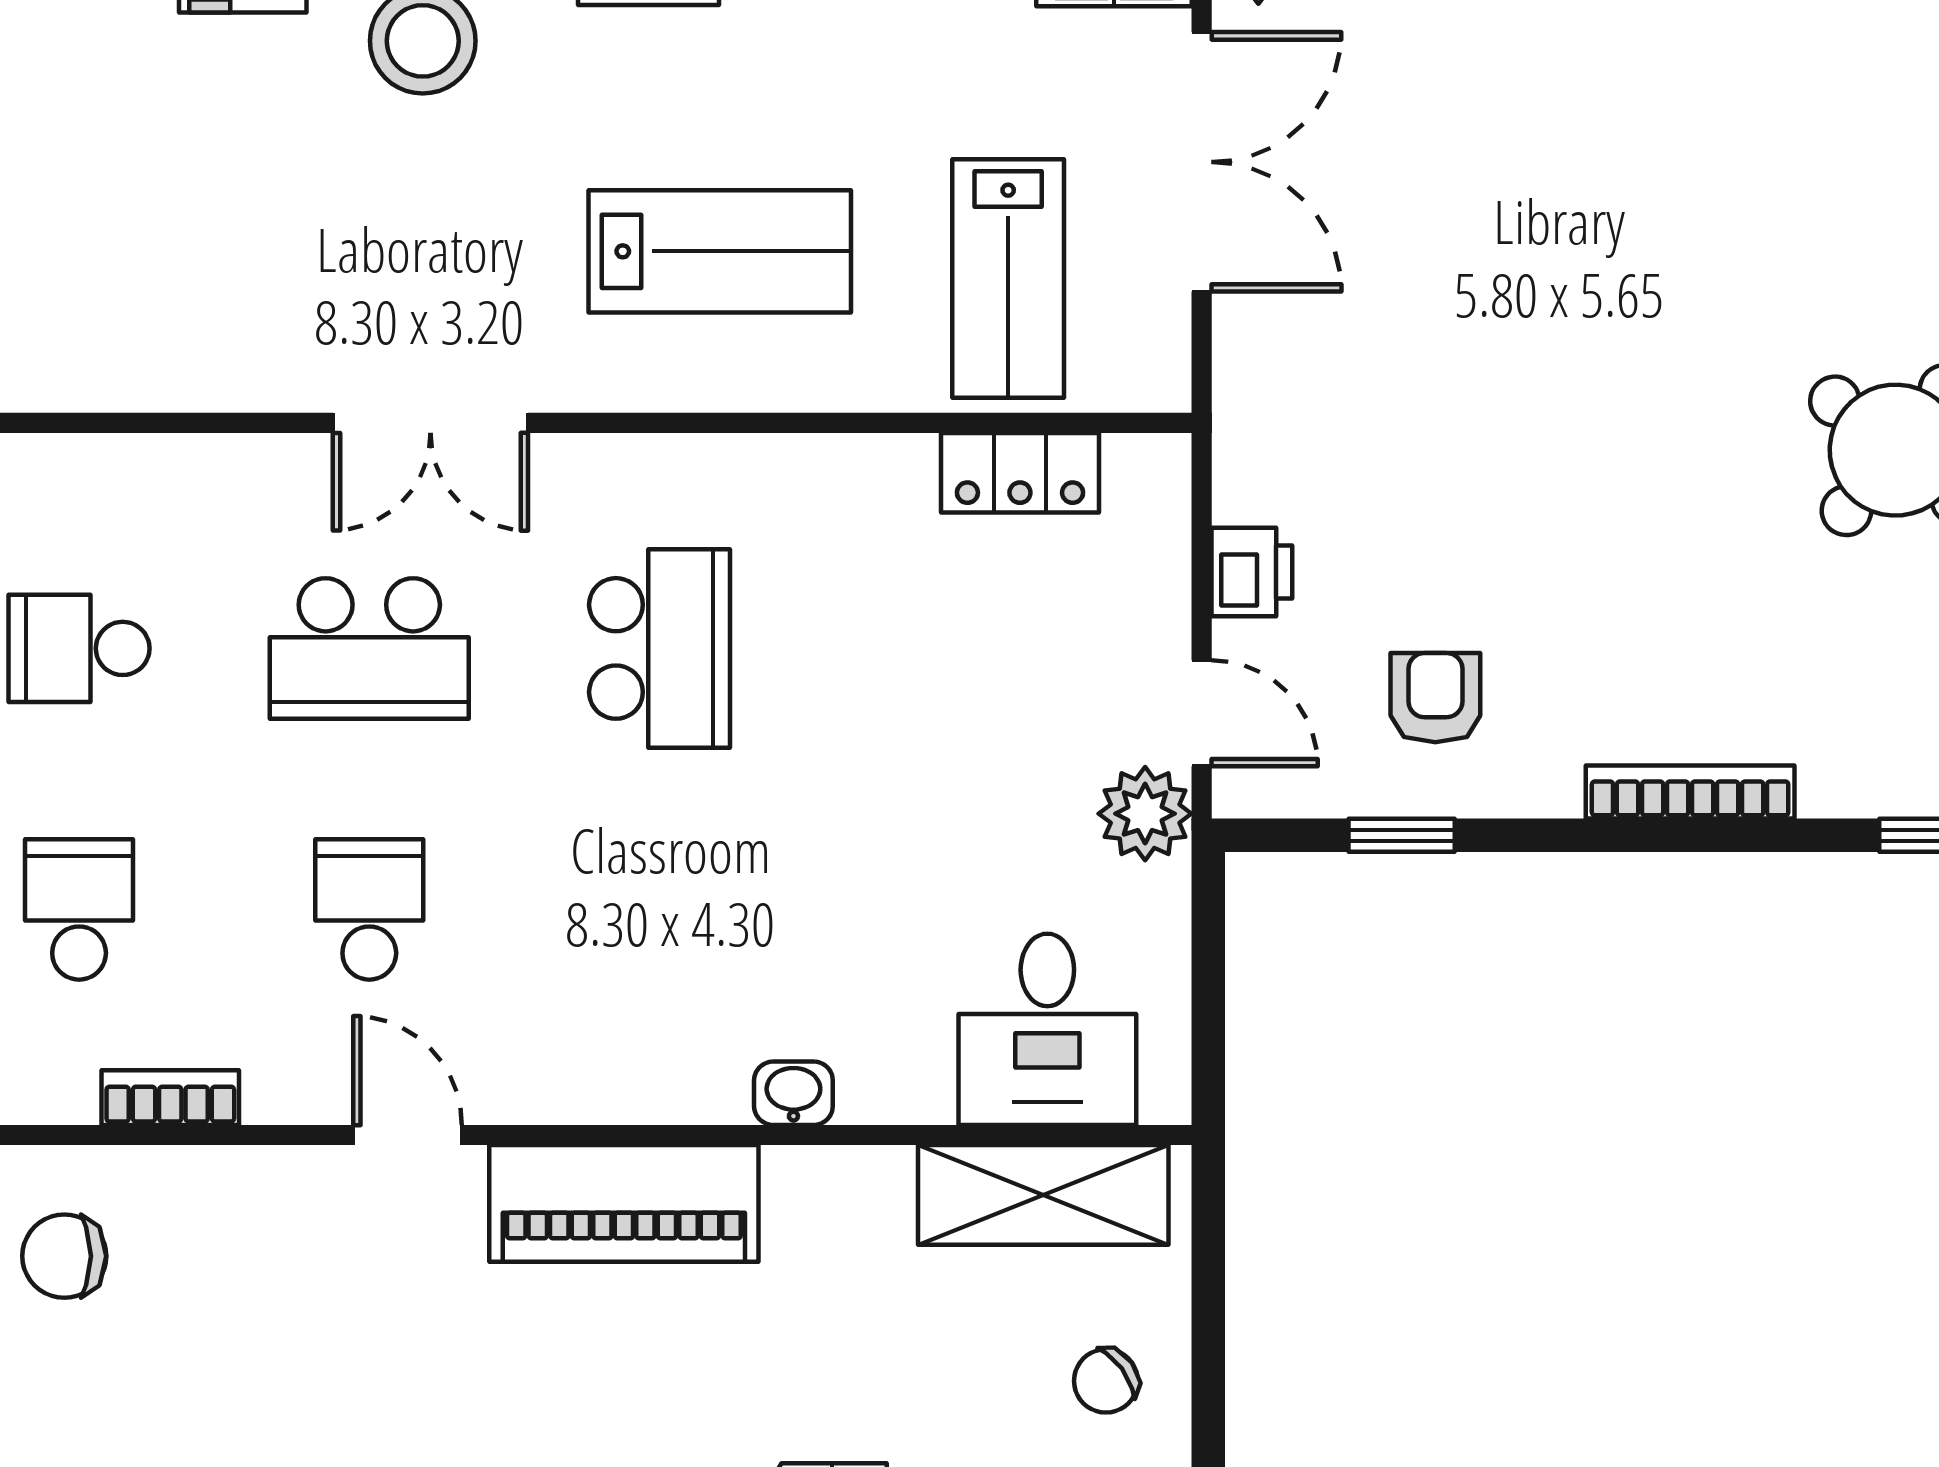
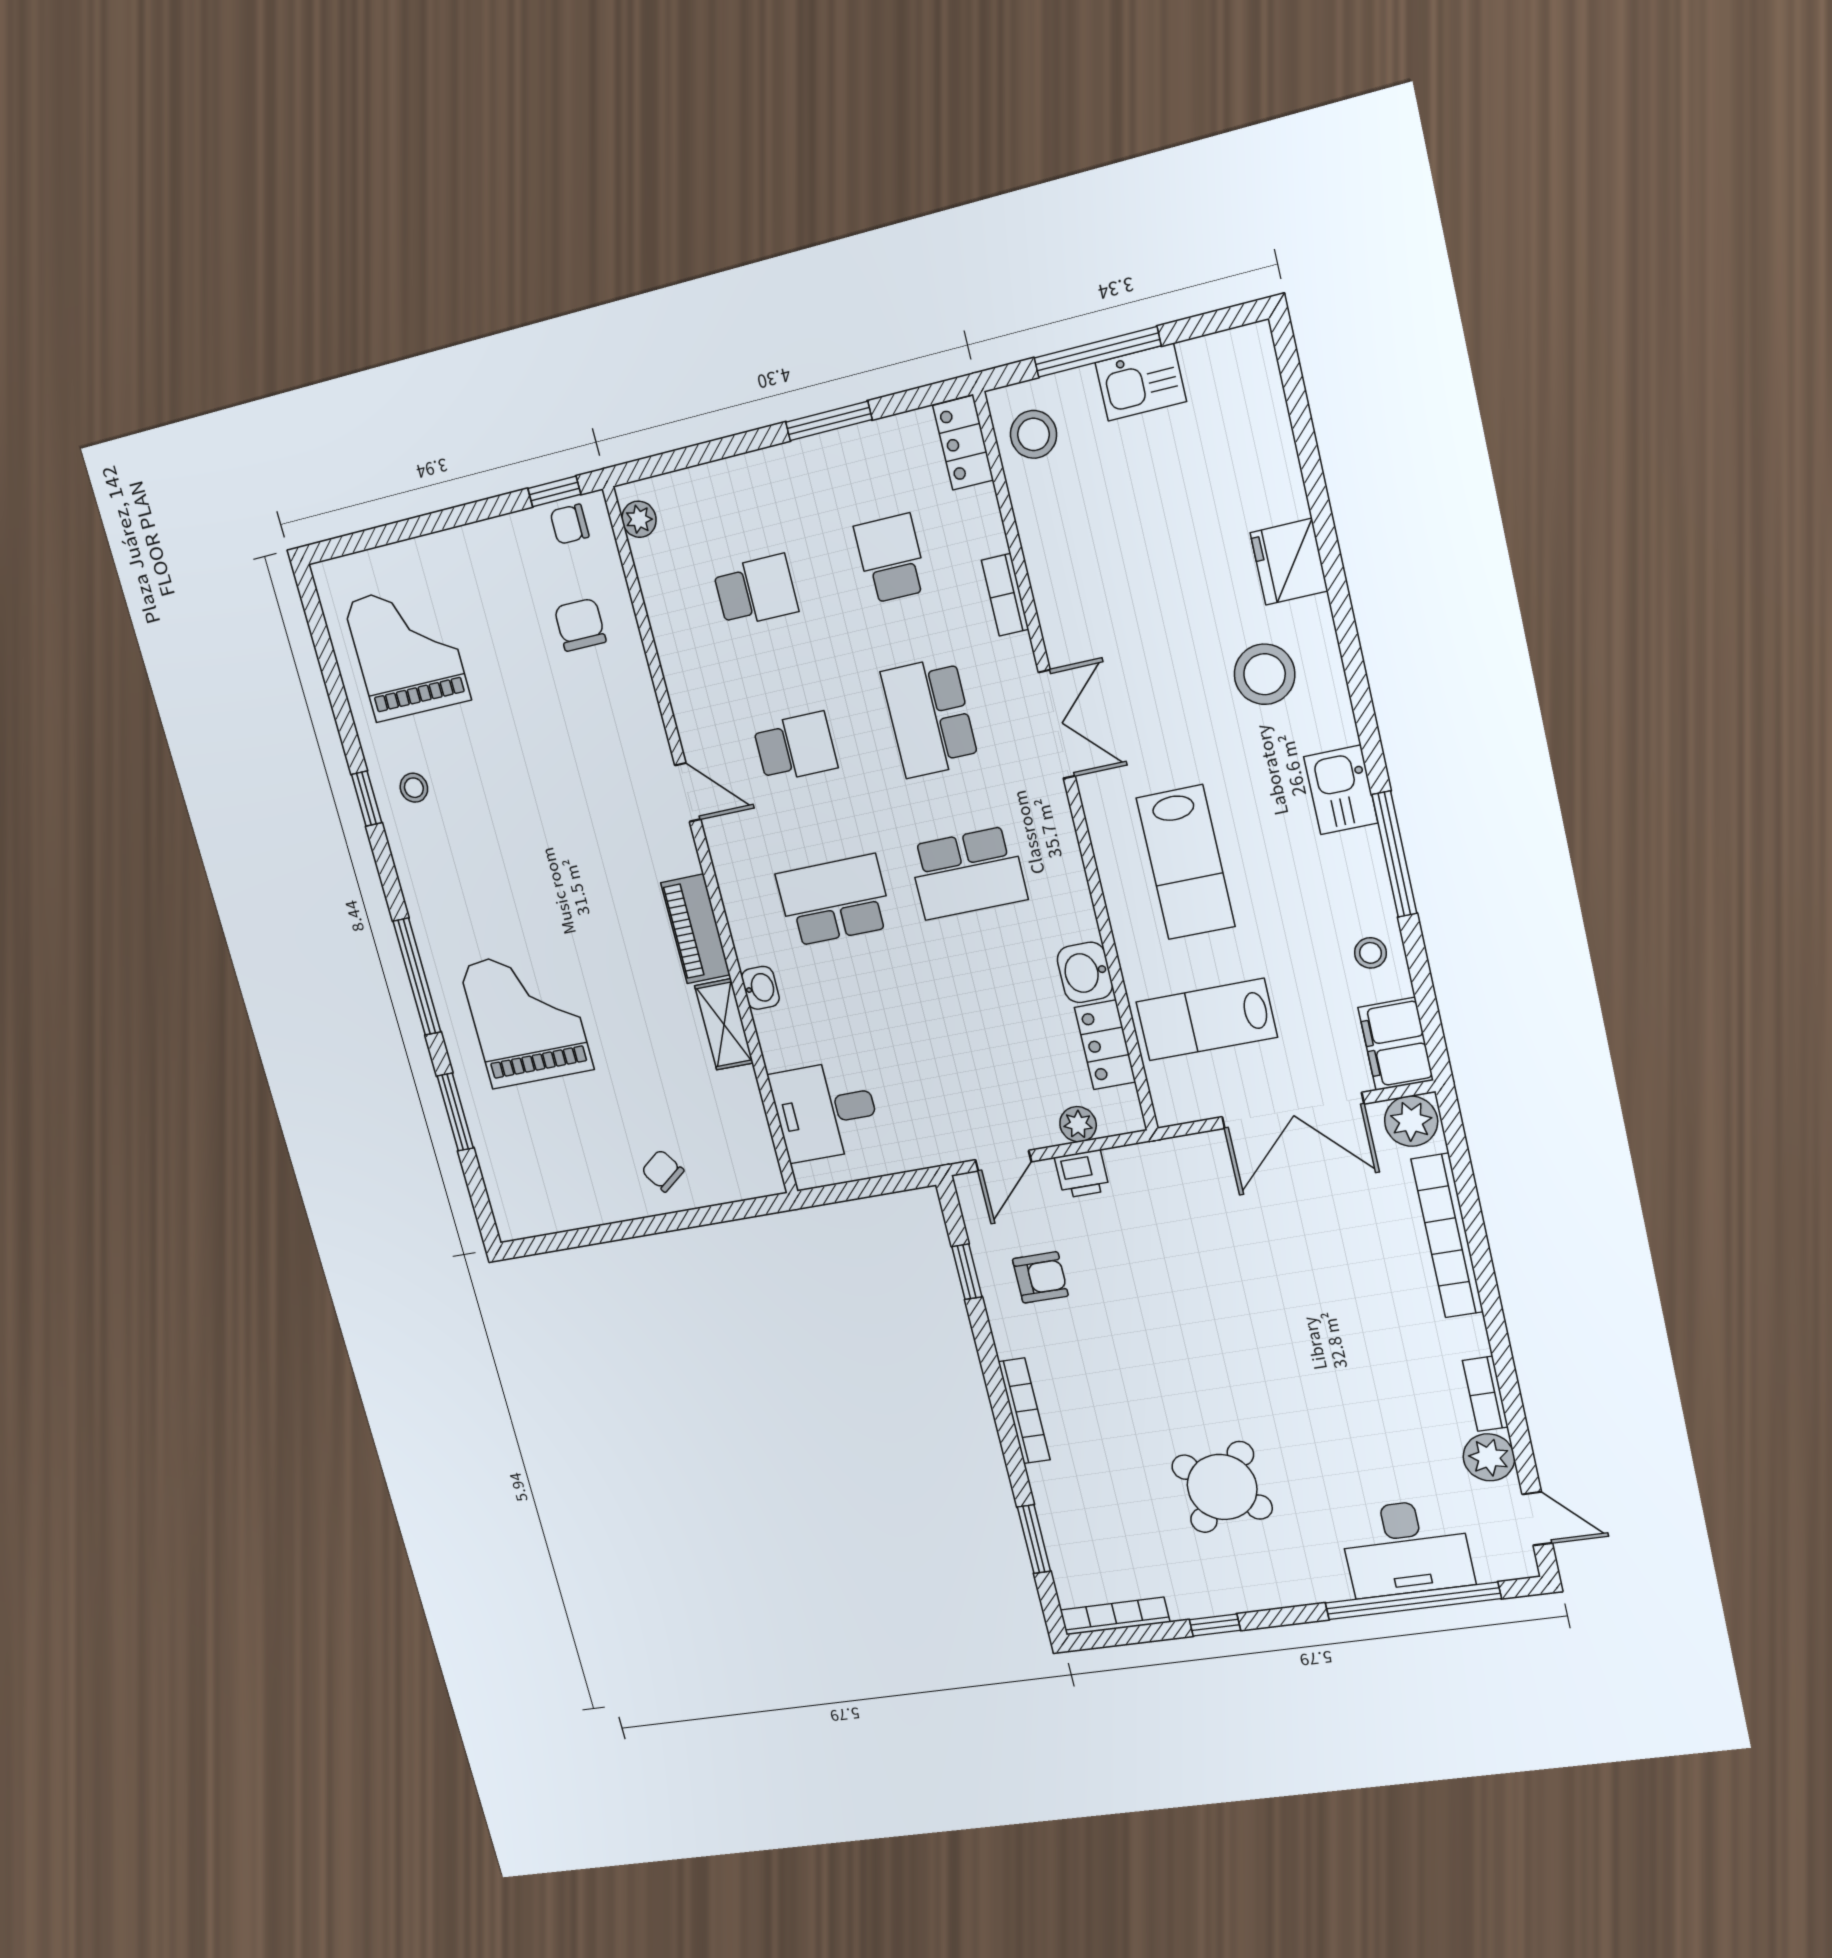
double door: (430, 423) -> (1057, 724), swing flipped
washbasin: (881, 478) -> (1085, 972), added
plant: (1145, 814) -> (1078, 1124), moved, width x0.73, depth x0.73
school desk: (660, 909) -> (834, 900), added
bookcase: (170, 1098) -> (1005, 595), moved, turned 180
door: (408, 1135) -> (688, 792), hinge flipped
shelving: (1043, 1195) -> (724, 1024), moved, width x0.67, depth x0.75
piano: (624, 1203) -> (695, 929), width x0.73, depth x0.75

